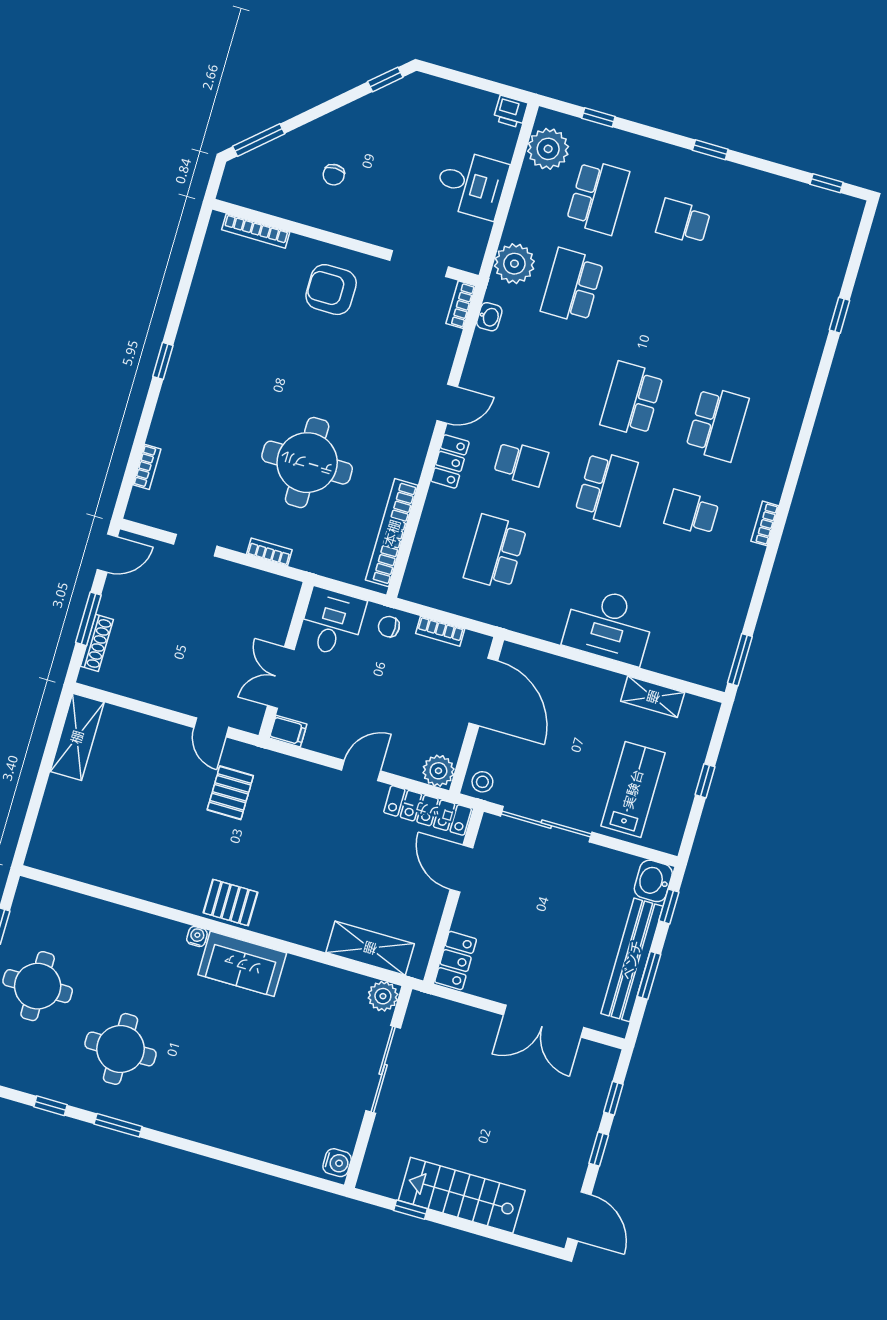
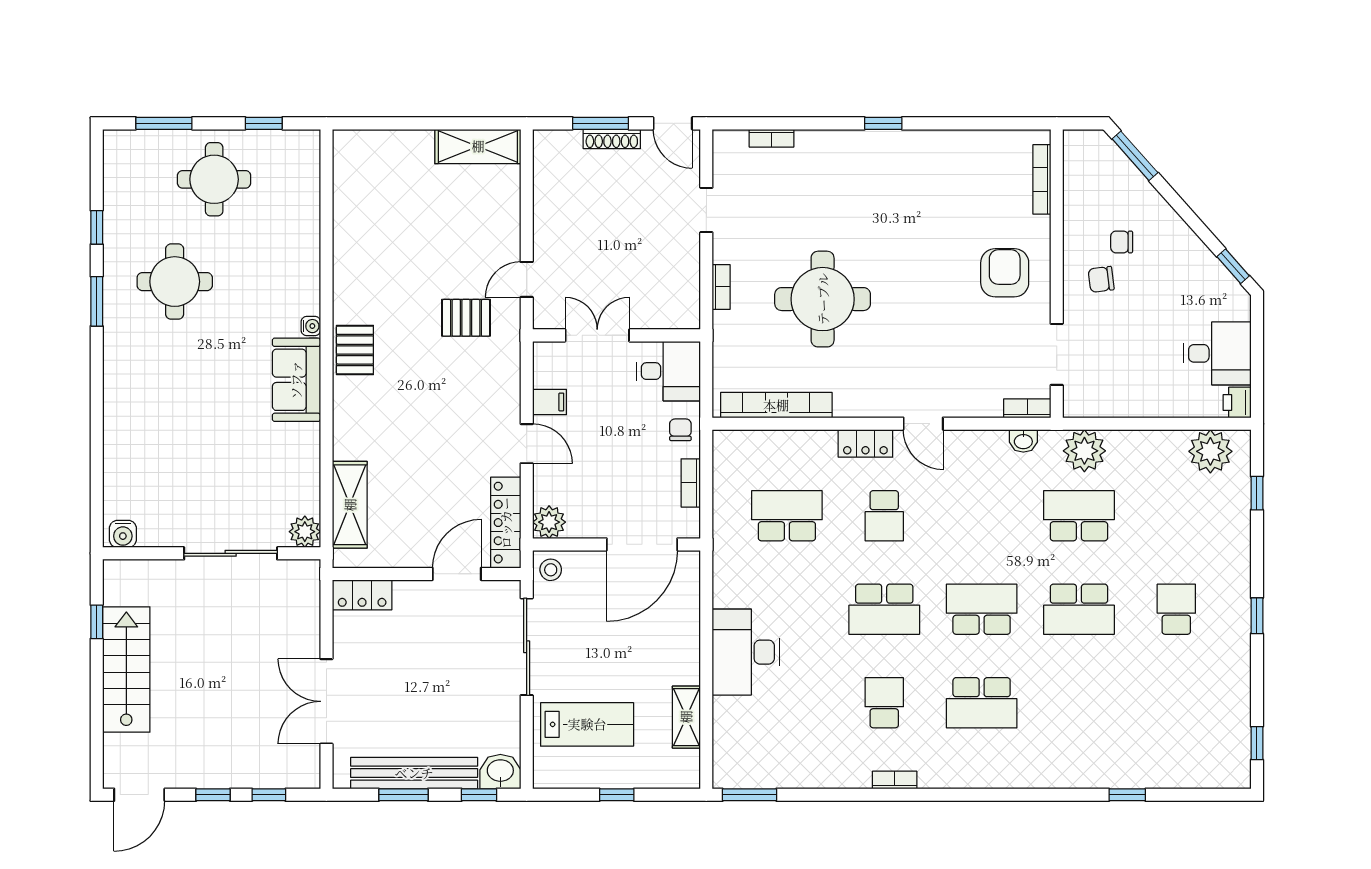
desk: (471, 184) -> (1217, 353), moved, turned -90
school desk: (598, 197) -> (1079, 609), moved
chair: (362, 203) -> (1101, 279), added
shoe rack: (97, 643) -> (612, 139), moved
filing cabinet: (288, 731) -> (549, 402), moved, turned -90

